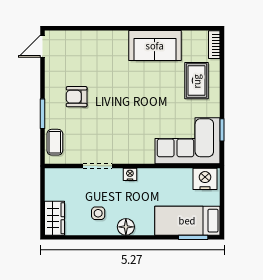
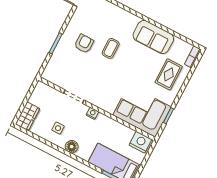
armchair: (77, 97) -> (84, 44), turned 90
coffee table: (55, 142) -> (111, 48), moved

